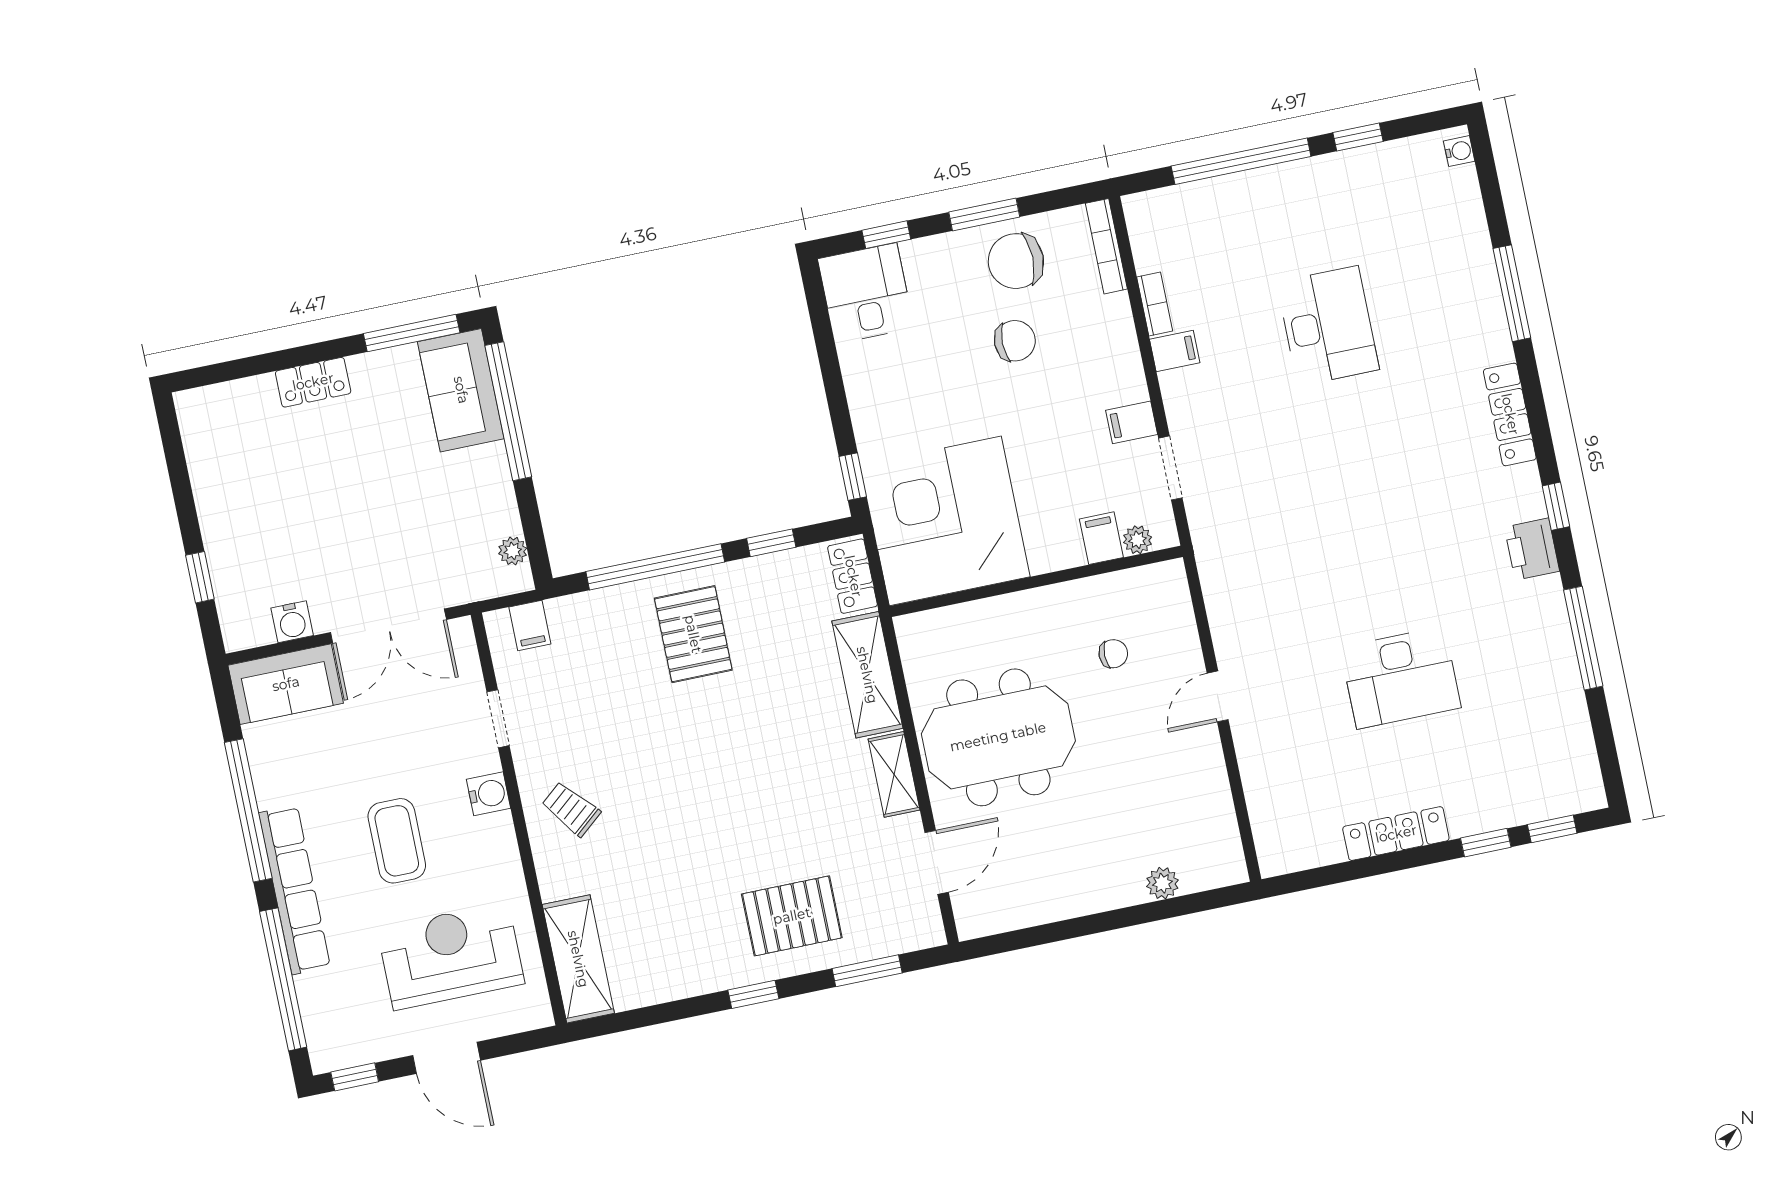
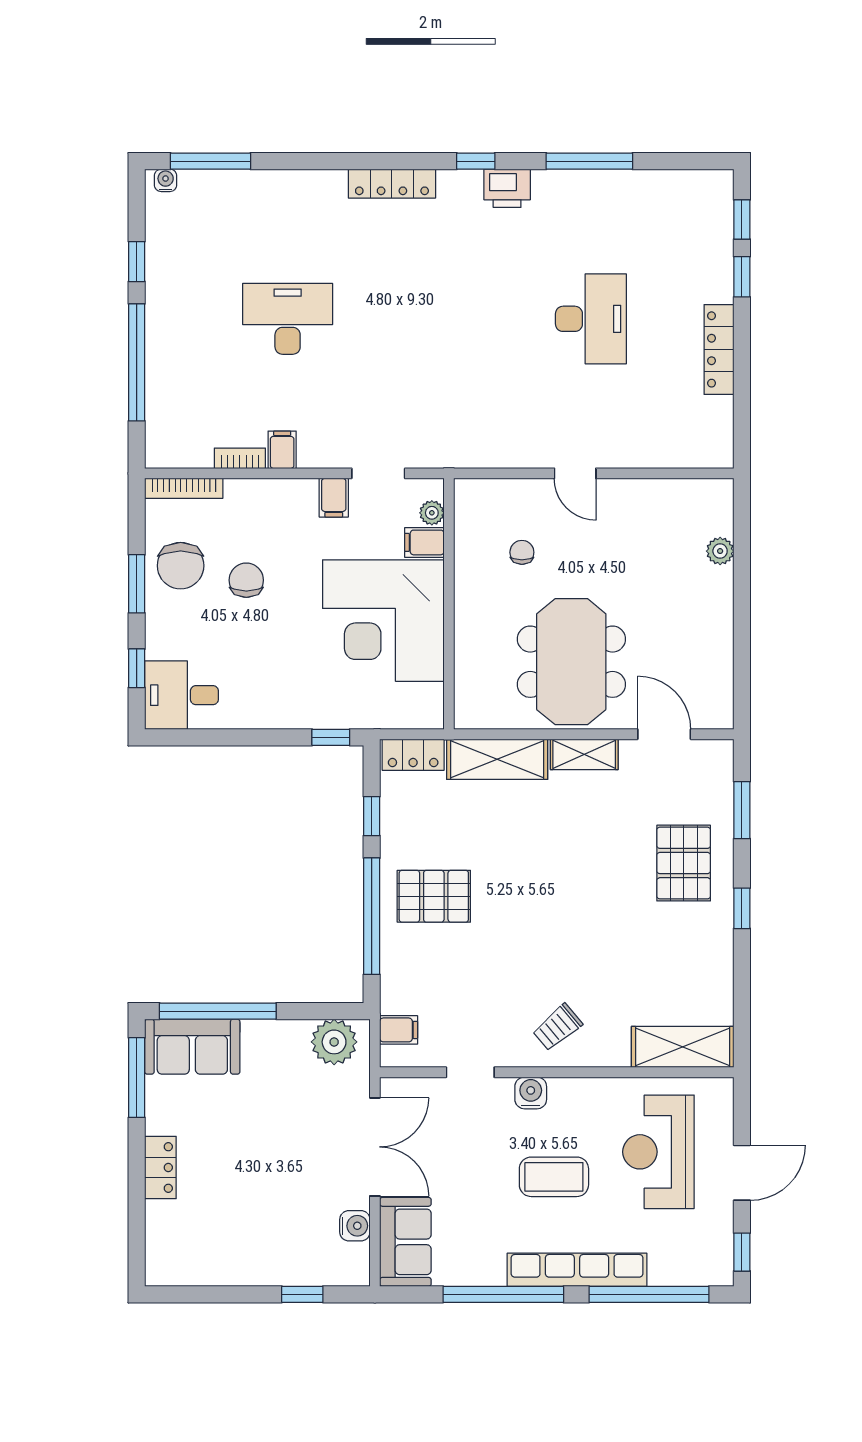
window: (1512, 293) -> (210, 161), moved
corner desk: (945, 521) -> (383, 621), moved
plant: (513, 551) -> (334, 1042), width x1.88, depth x1.88

